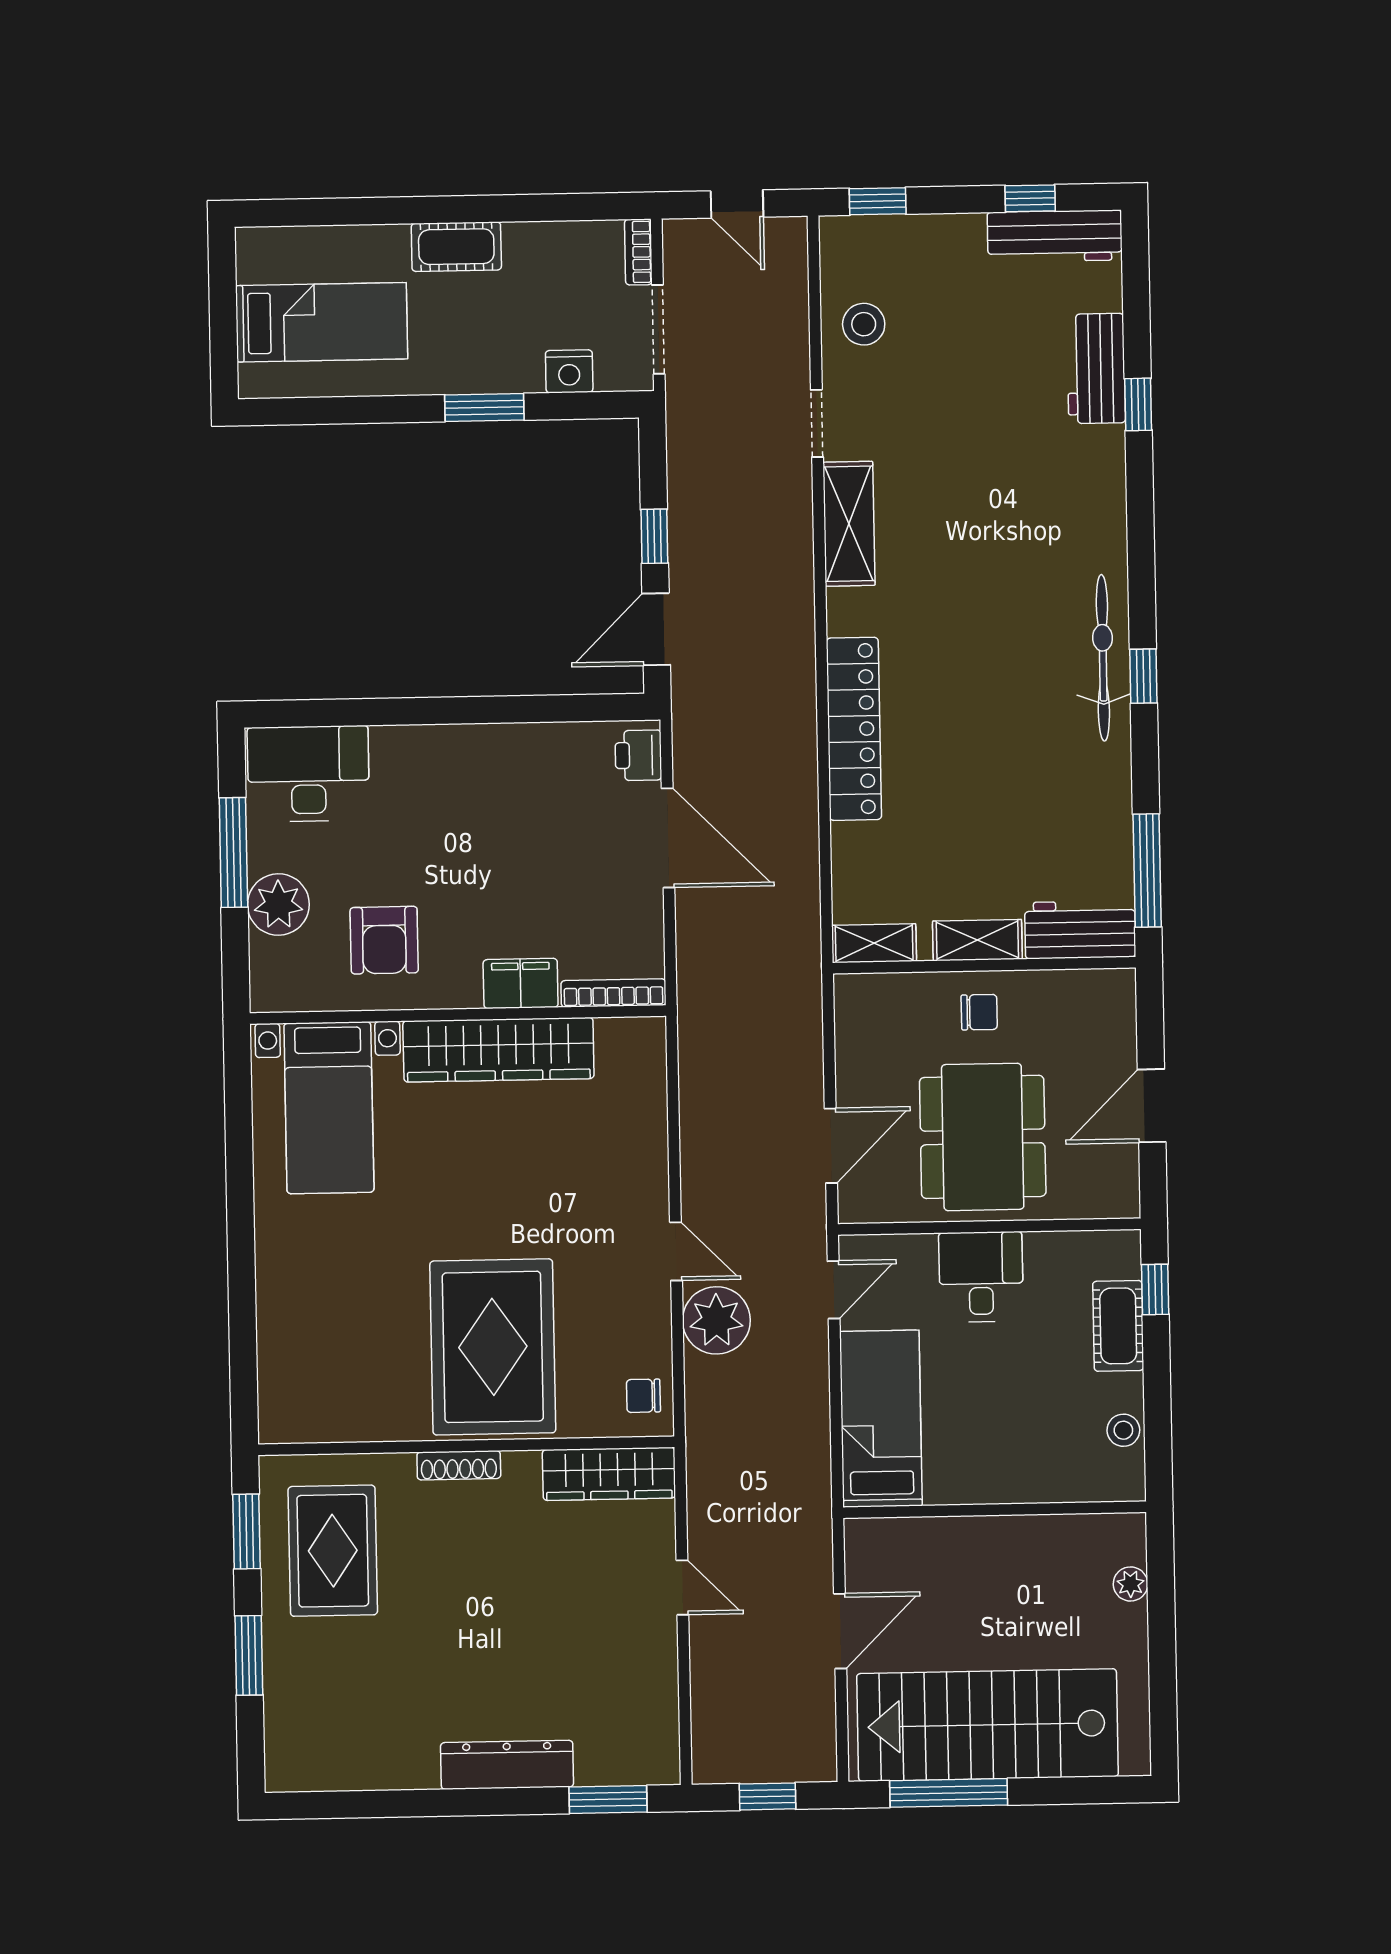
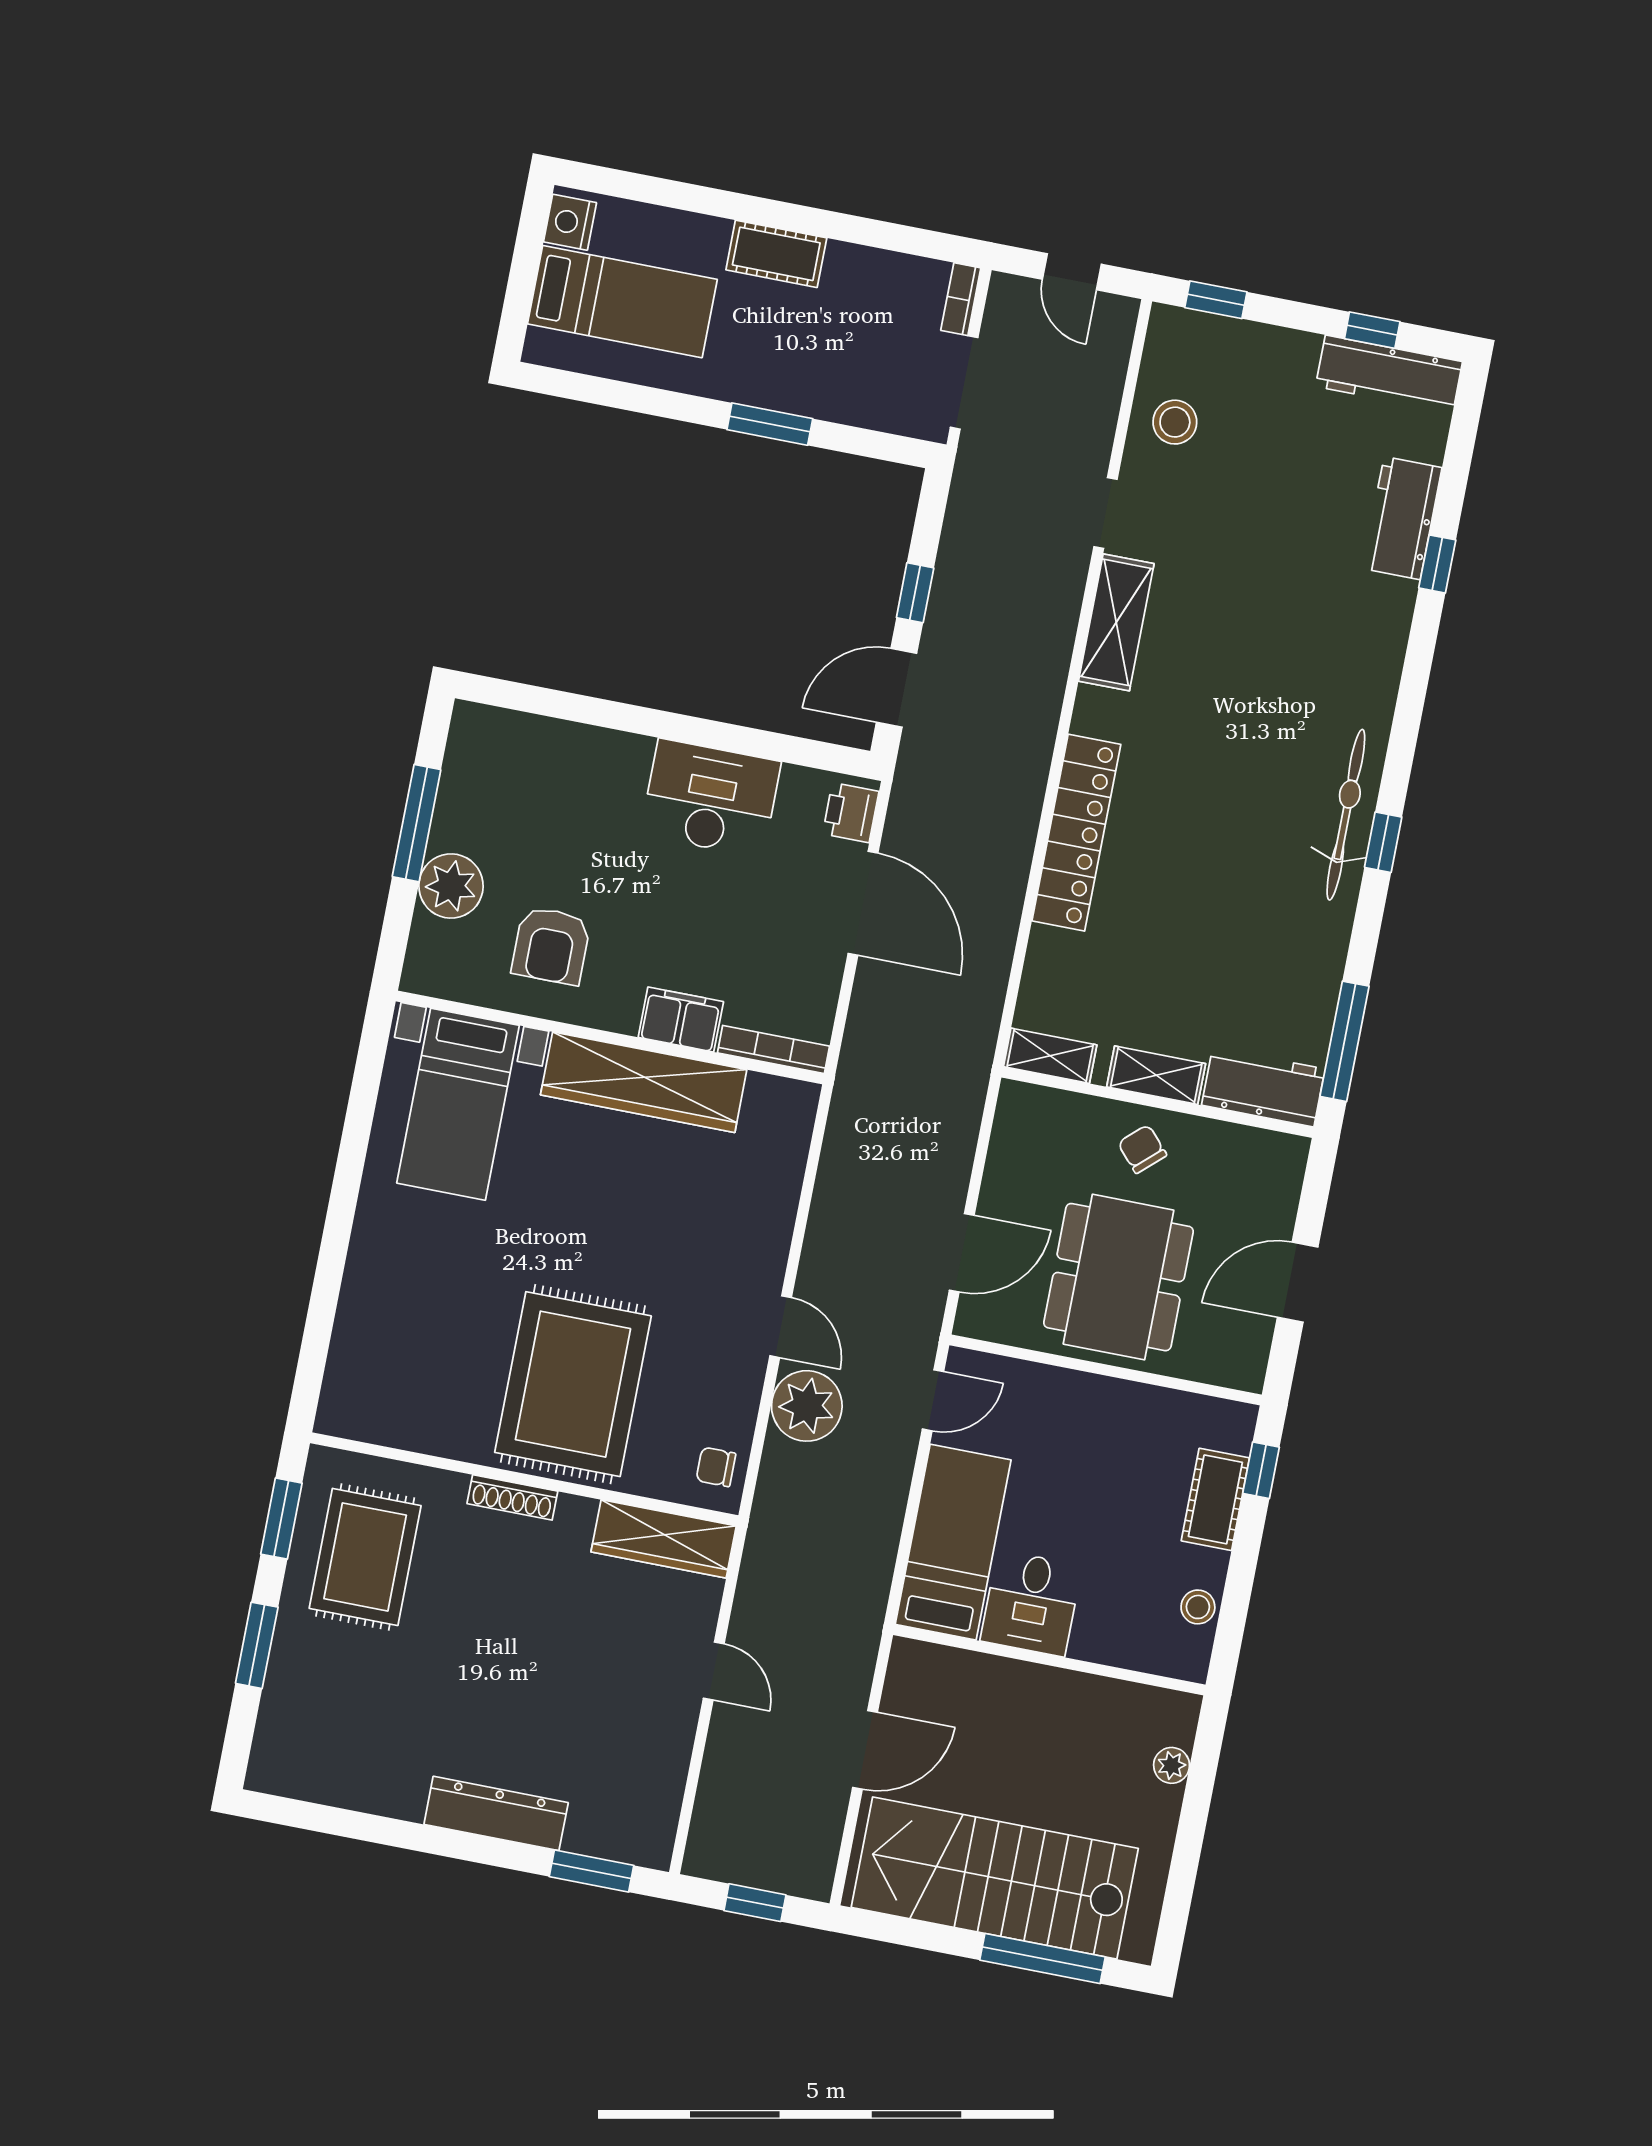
nightstand: (569, 371) -> (570, 222), moved, turned 90
desk: (308, 774) -> (711, 798), moved
chair: (979, 1012) -> (1142, 1149), turned -132
desk: (981, 1277) -> (1031, 1603), moved, turned 180
window: (949, 1793) -> (1043, 1959), moved

